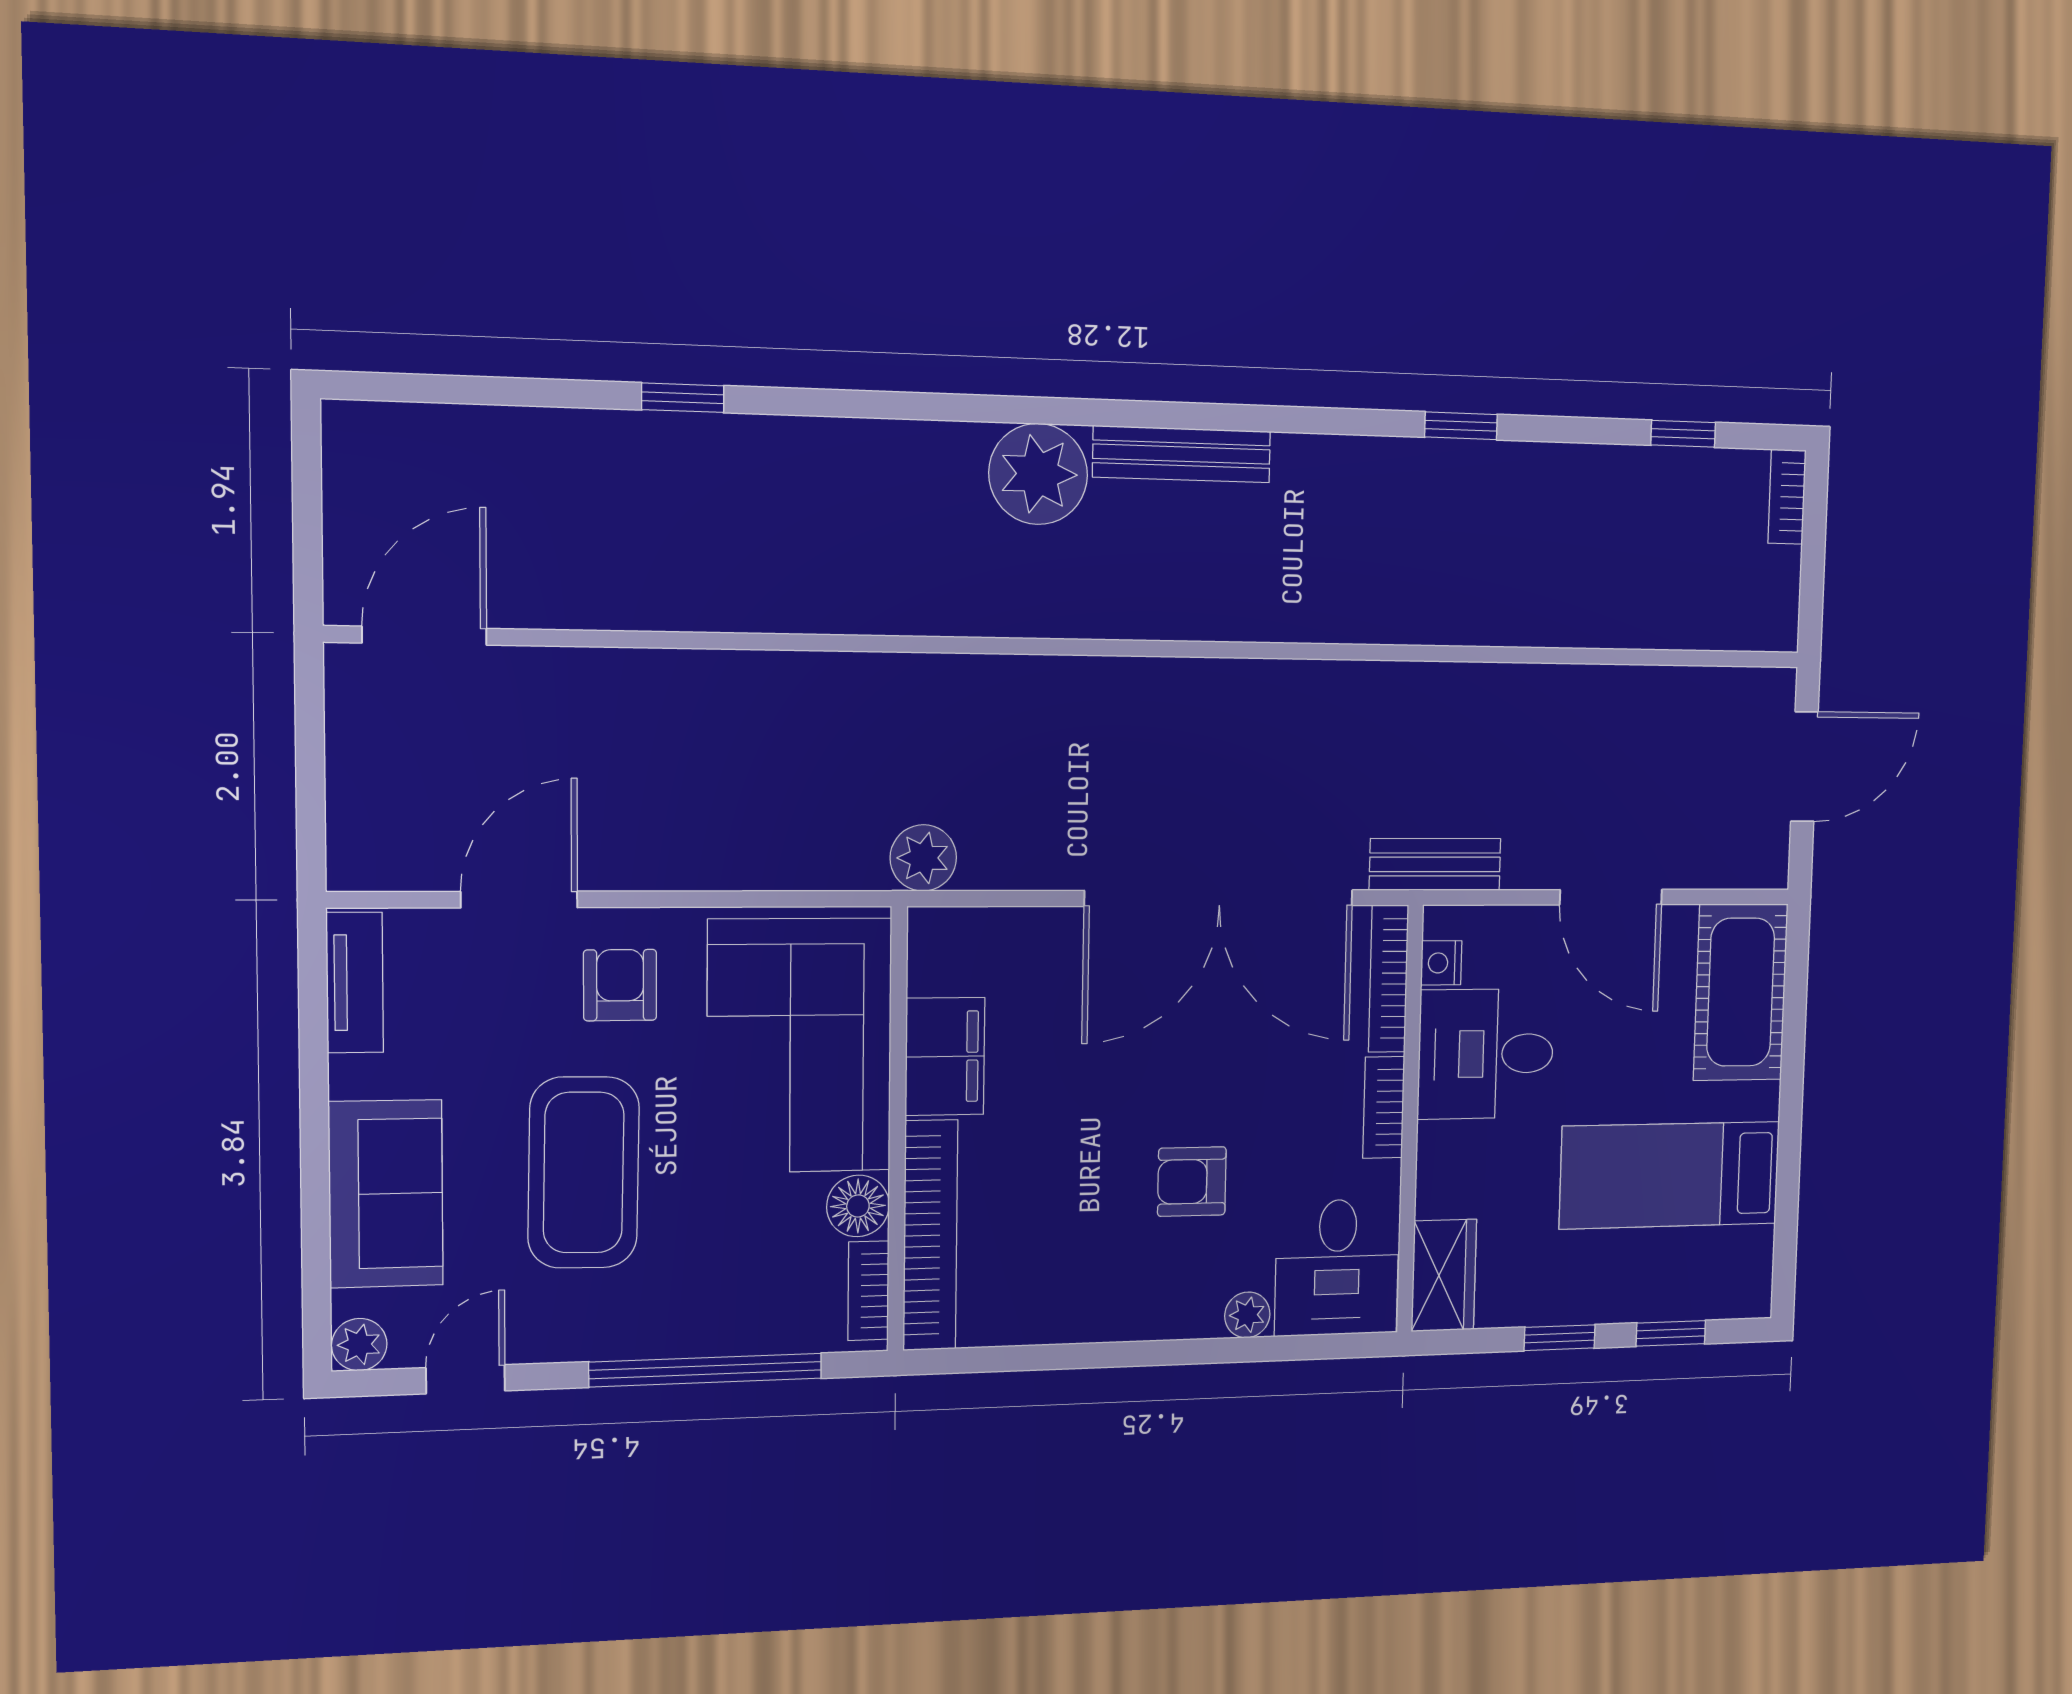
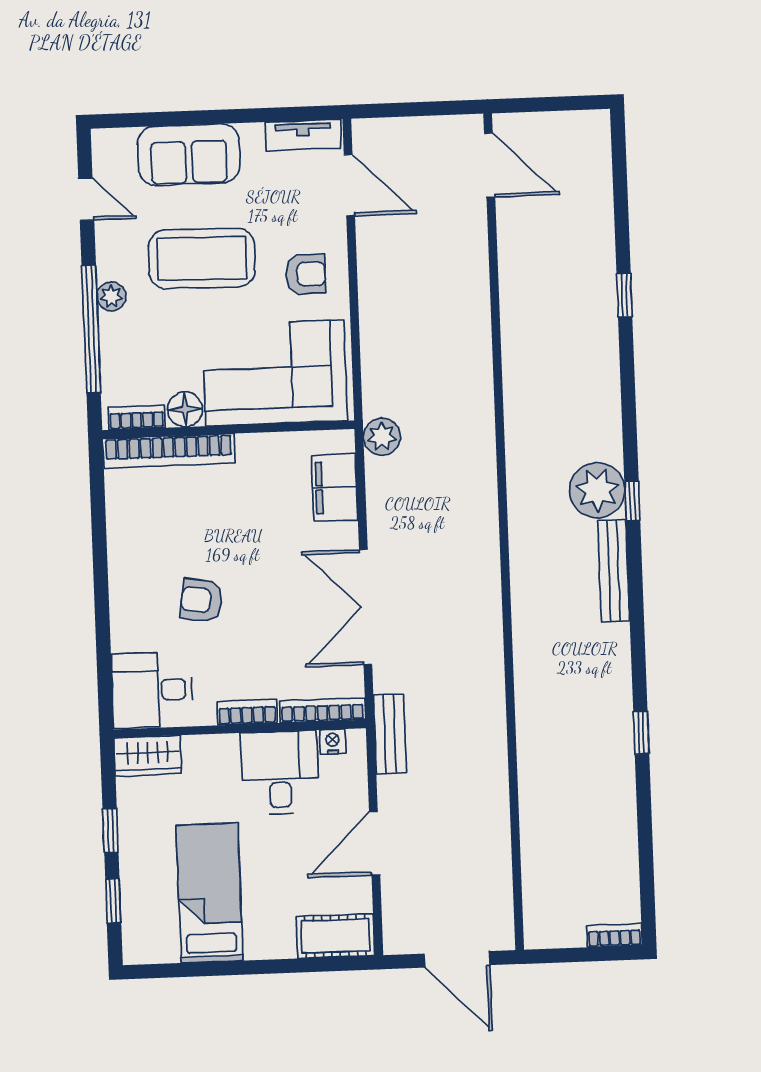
window: (1683, 434) -> (632, 501), moved
double door: (1220, 898) -> (366, 607), width x0.73
door: (519, 900) -> (349, 185), moved
cot: (1741, 992) -> (335, 936), width x0.73, depth x0.75
filing cabinet: (945, 1057) -> (335, 487), moved, turned 90
armchair: (1192, 1182) -> (202, 600), turned -81
plant: (1247, 1315) -> (124, 638), removed
plant: (359, 1345) -> (111, 296), moved

